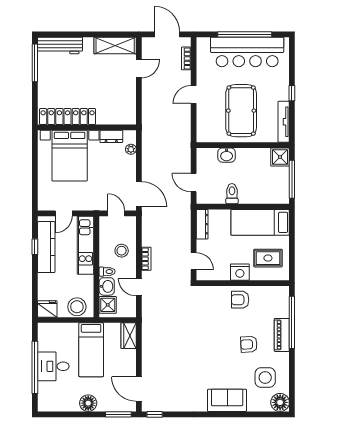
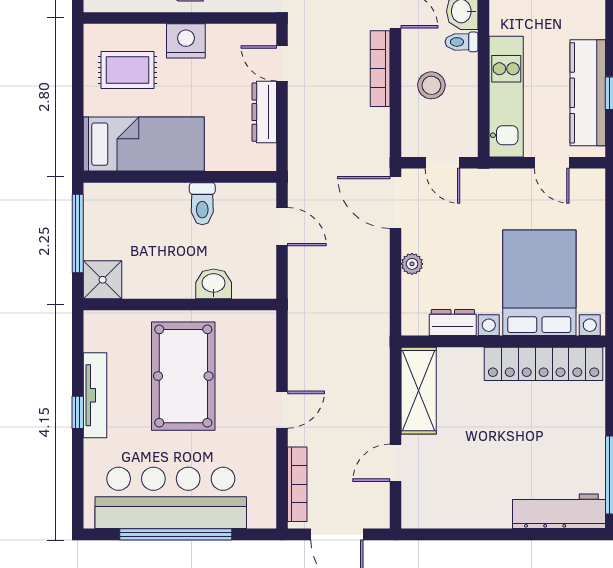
shelving: (115, 45) -> (419, 391), moved, turned 90
bookcase: (186, 58) -> (297, 484), width x1.56
tv unit: (284, 122) -> (95, 395), moved
plant: (131, 149) -> (412, 264), moved
door: (64, 213) -> (552, 163), swing flipped
dresser: (202, 224) -> (264, 112), moved
bookcase: (146, 259) -> (380, 69), width x1.56

